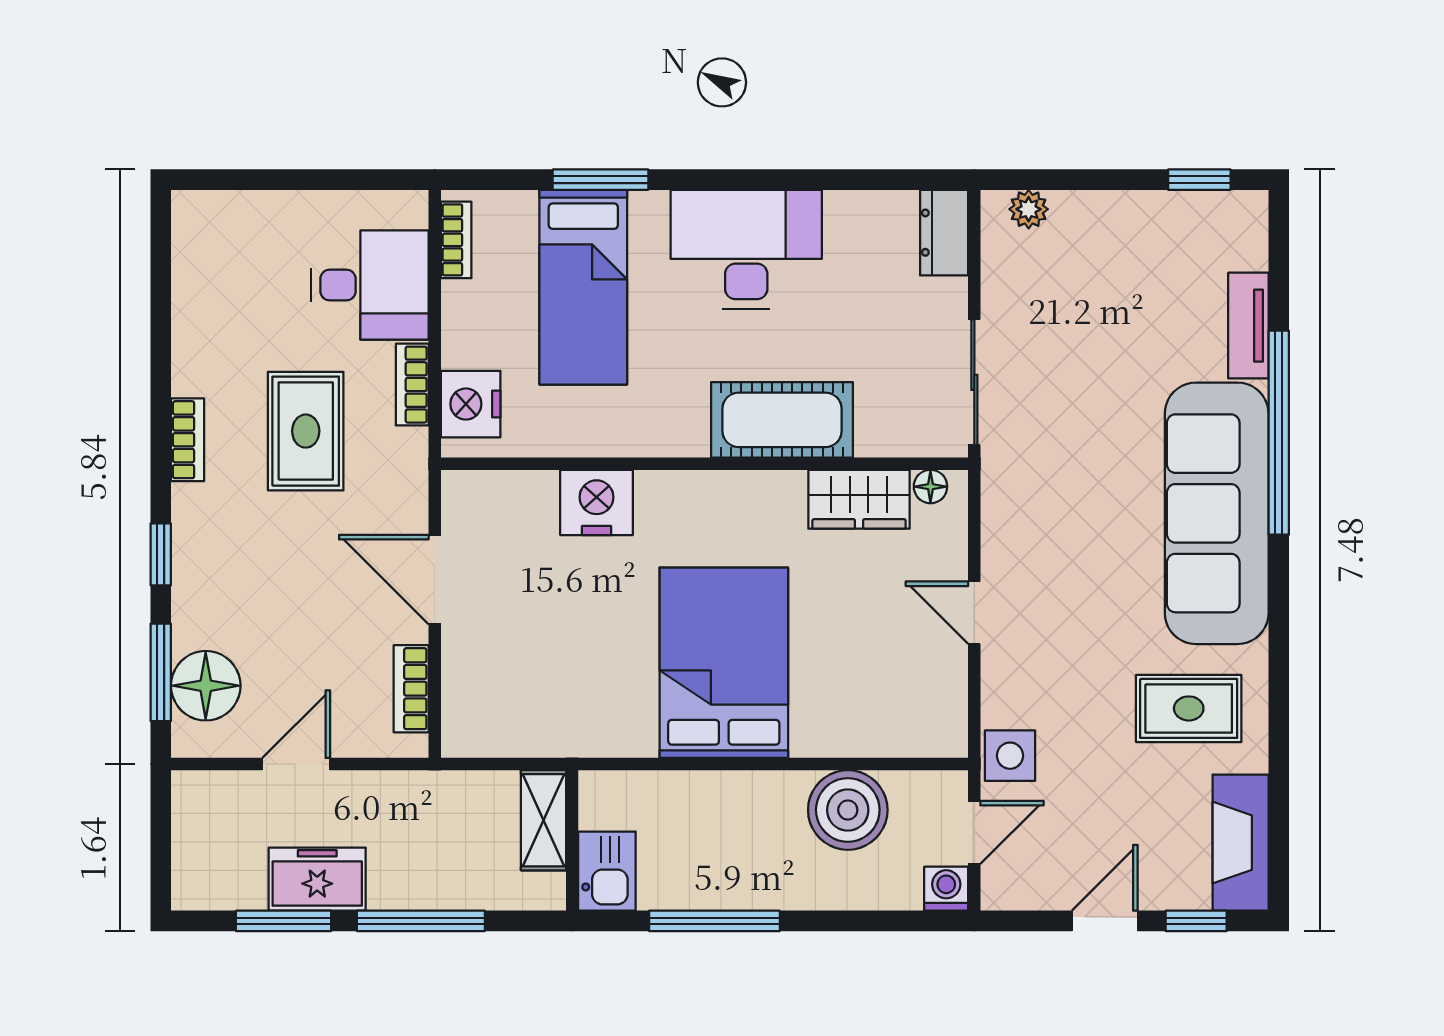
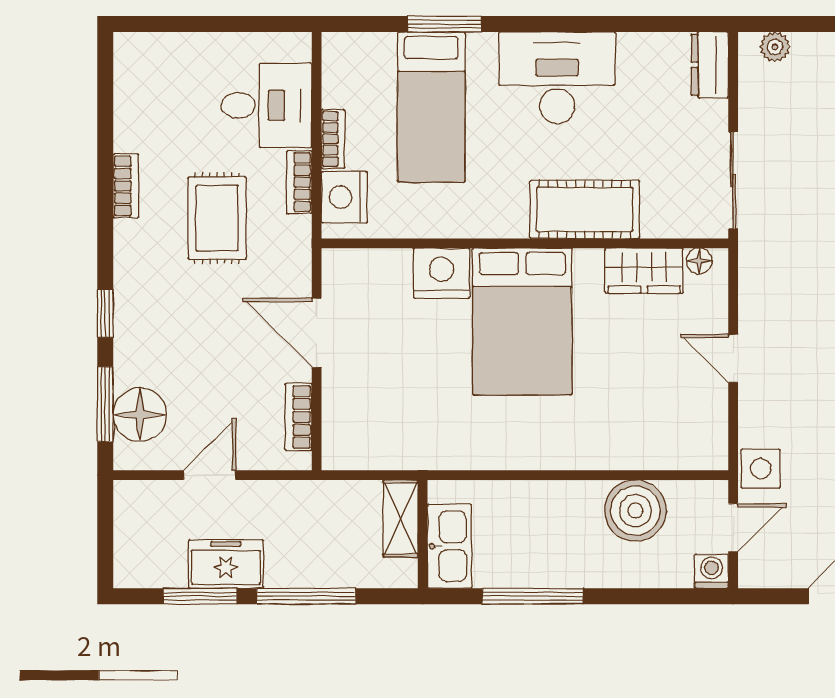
bookcase: (456, 240) -> (333, 139), moved
bookcase: (188, 440) -> (126, 186), moved
bed: (724, 663) -> (522, 321), moved, turned 180
kitchen sink: (607, 871) -> (450, 546), width x1.38

